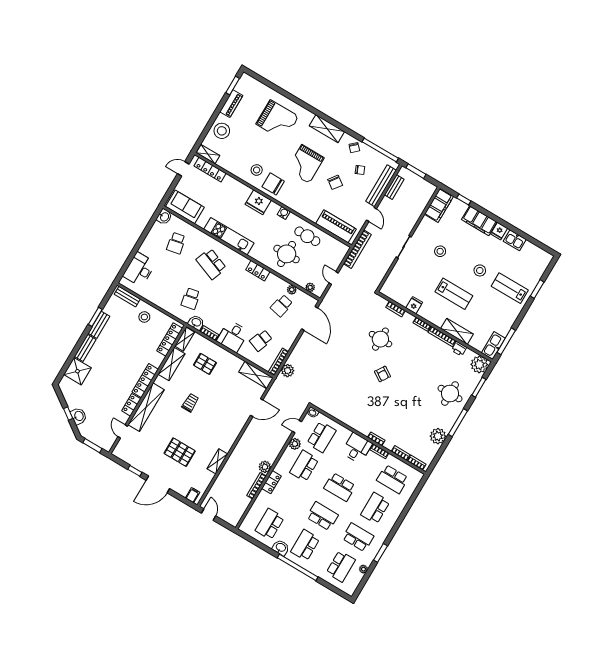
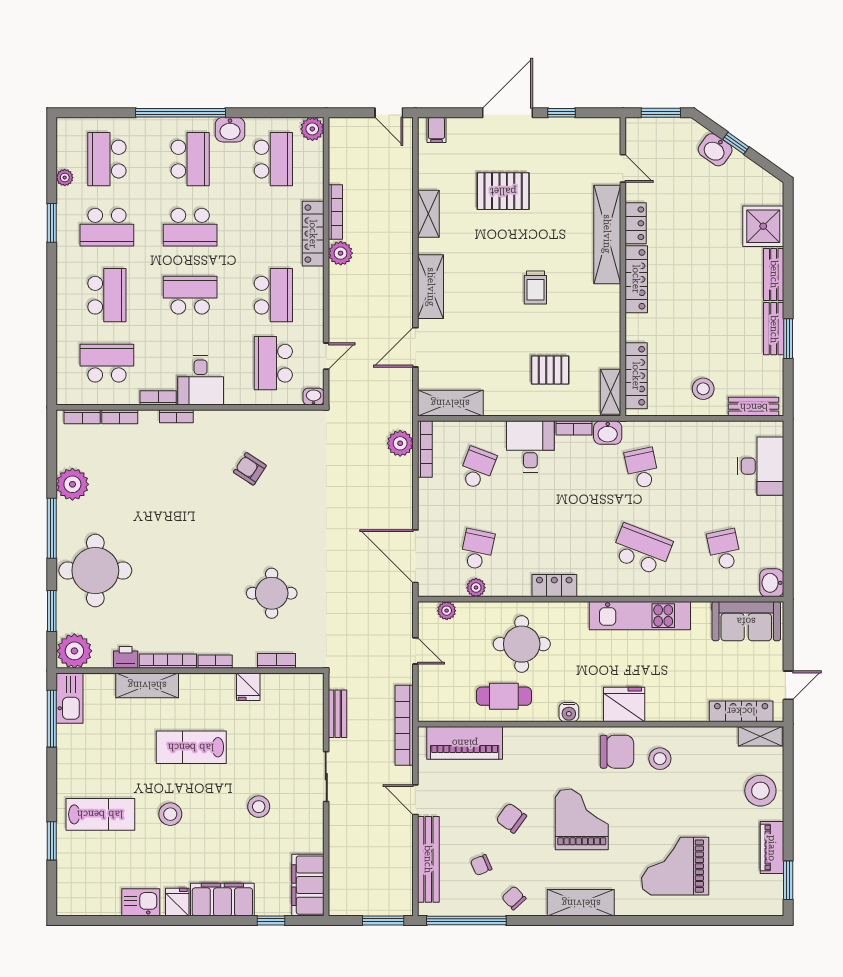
bench: (394, 187) -> (338, 714), moved
shelving: (171, 364) -> (431, 287), moved
armchair: (382, 374) -> (250, 469), moved
round table: (450, 394) -> (95, 570), width x1.36, depth x1.36
plant: (295, 444) -> (312, 129), moved
locker: (272, 482) -> (313, 234), width x1.53

